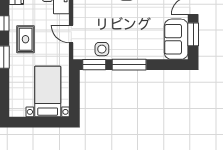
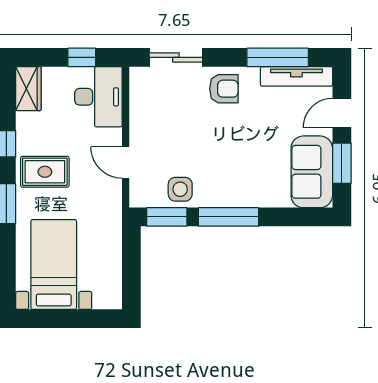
rug: (26, 39) -> (45, 172), turned 90
bed with nightstands: (48, 92) -> (54, 265), moved

